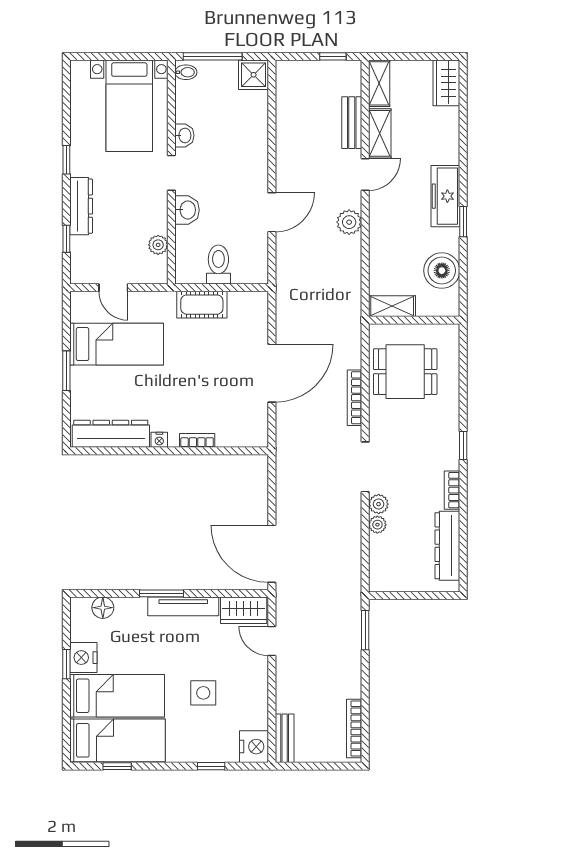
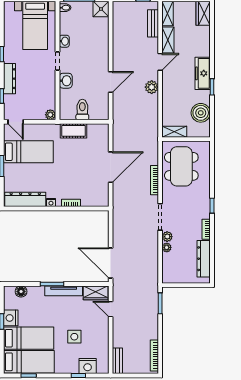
bench: (352, 123) -> (153, 23), moved
plant: (158, 245) -> (50, 115), moved
door: (113, 288) -> (16, 122), moved
dining table: (405, 372) -> (181, 166), width x1.38
nightstand: (254, 747) -> (88, 366), moved, turned 90

